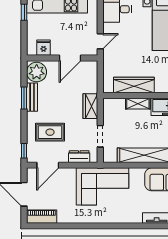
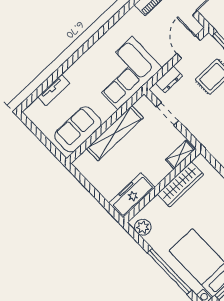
shelving: (138, 104) -> (180, 155), moved
wardrobe: (90, 106) -> (200, 131), removed

